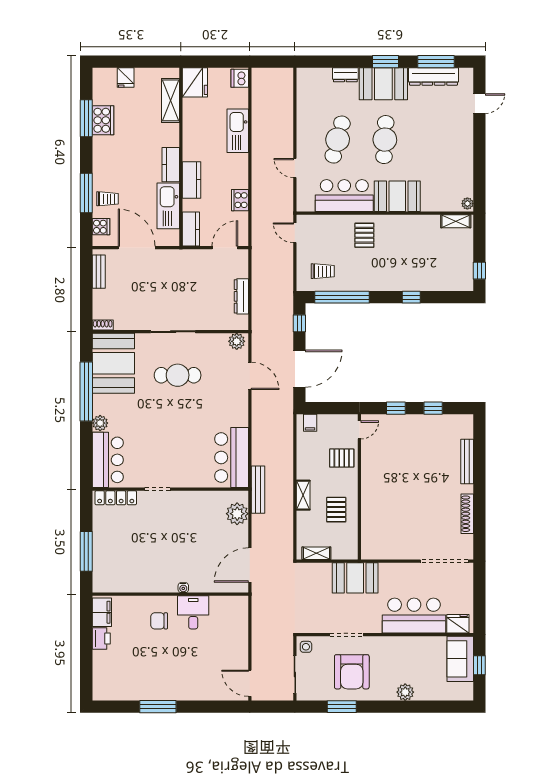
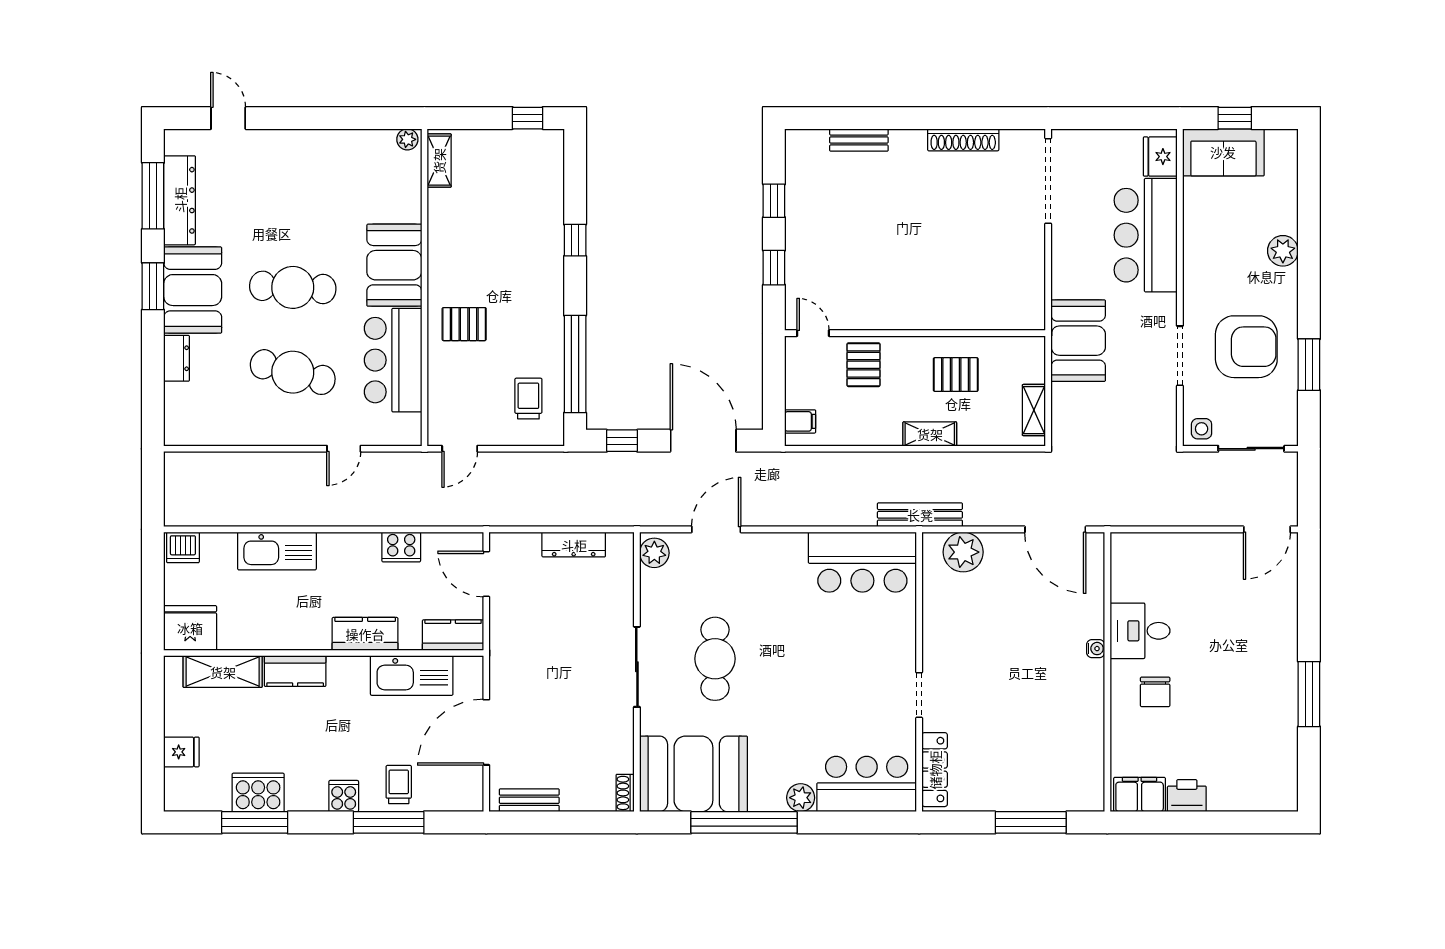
kitchen counter: (171, 165) -> (295, 671), moved
cooker: (101, 227) -> (344, 796), moved
bench: (467, 461) -> (859, 140), width x0.73

